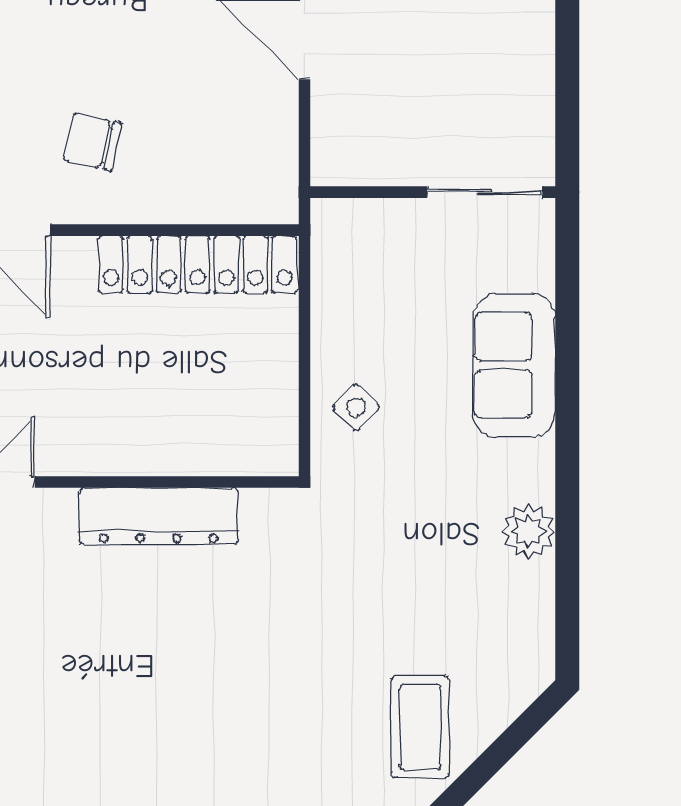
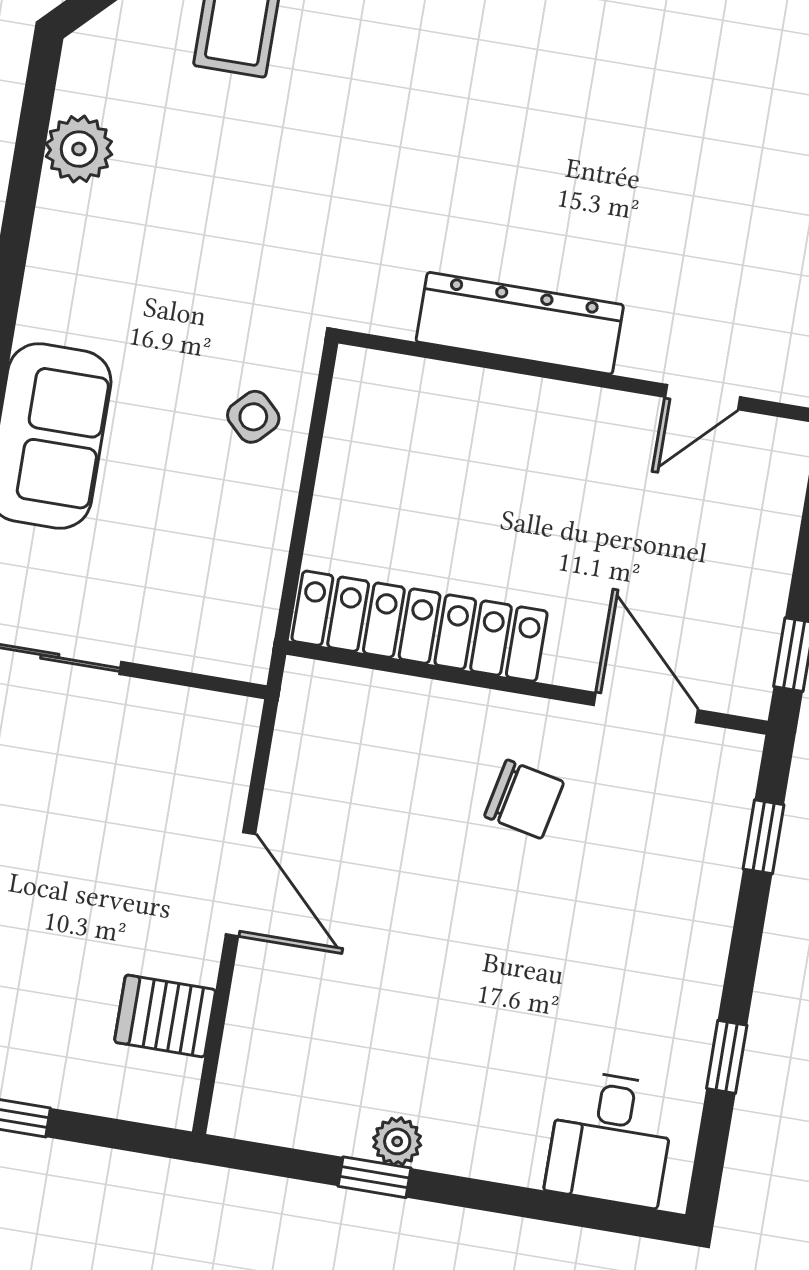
plant: (529, 531) -> (79, 149), moved

